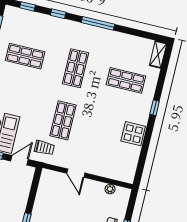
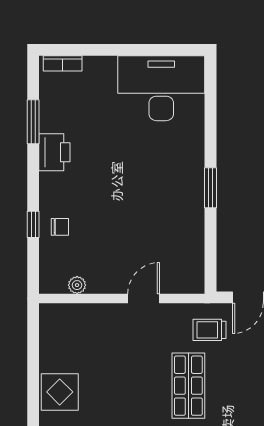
door: (76, 173) -> (144, 299), hinge flipped

